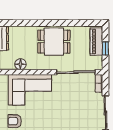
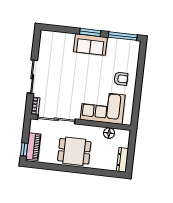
window: (105, 48) -> (24, 149), moved

